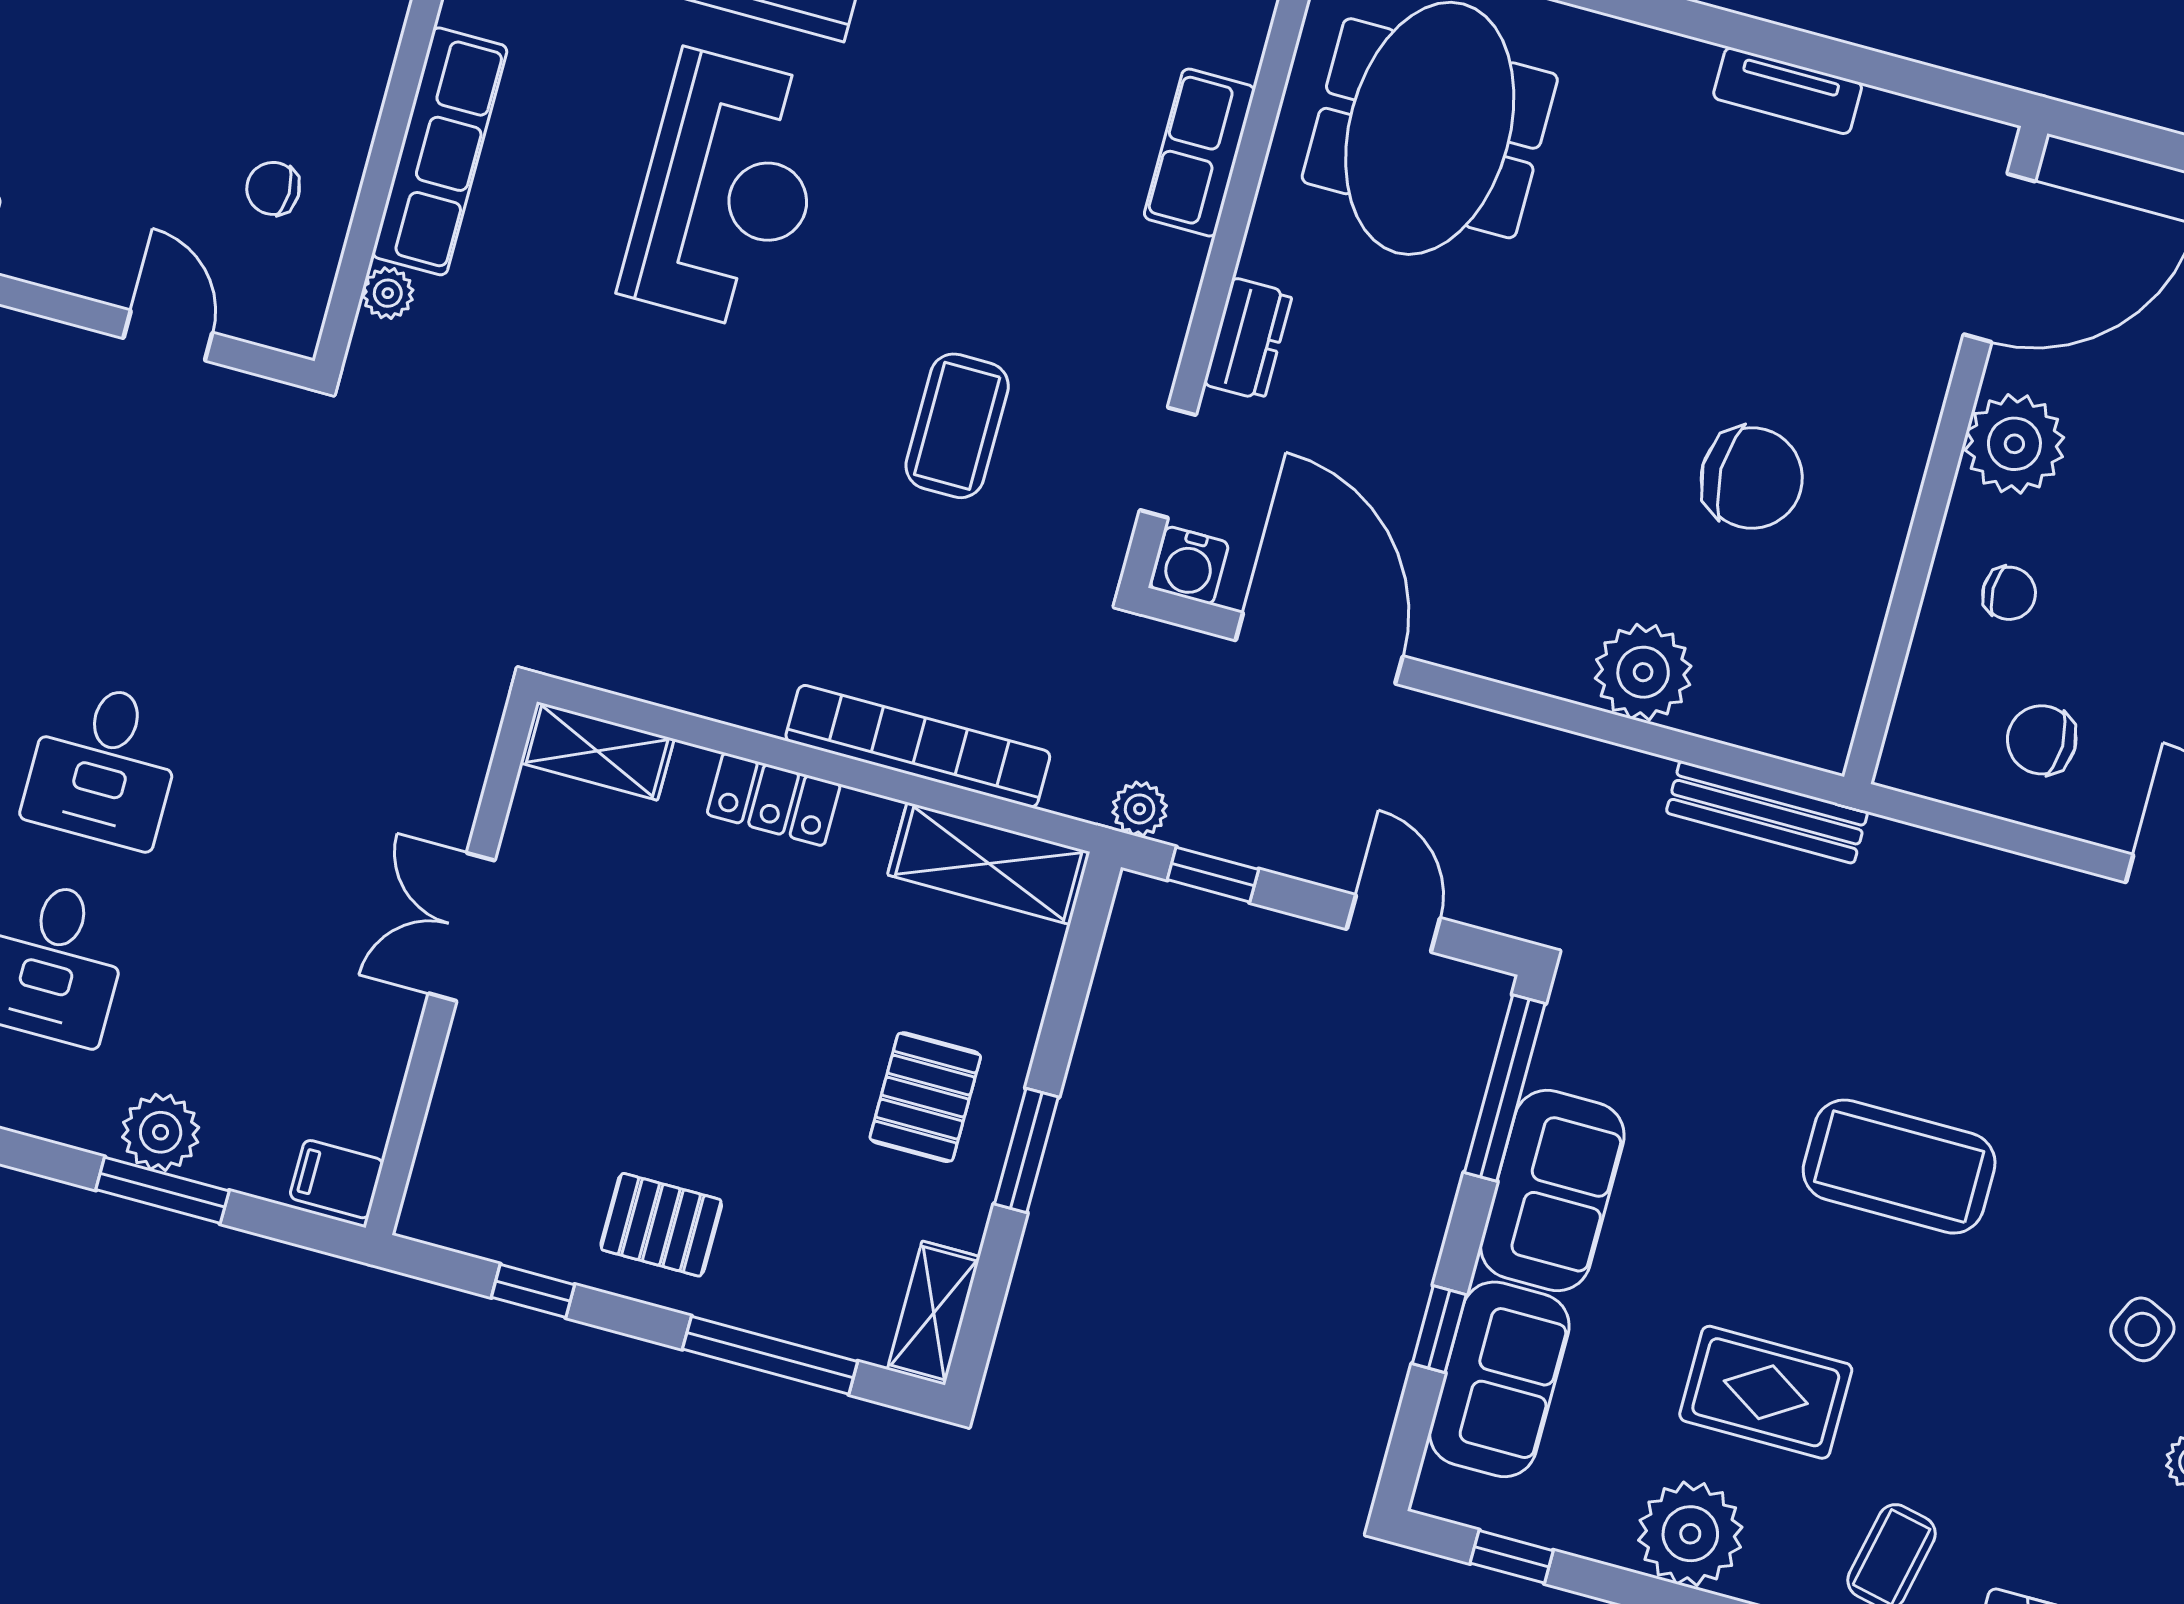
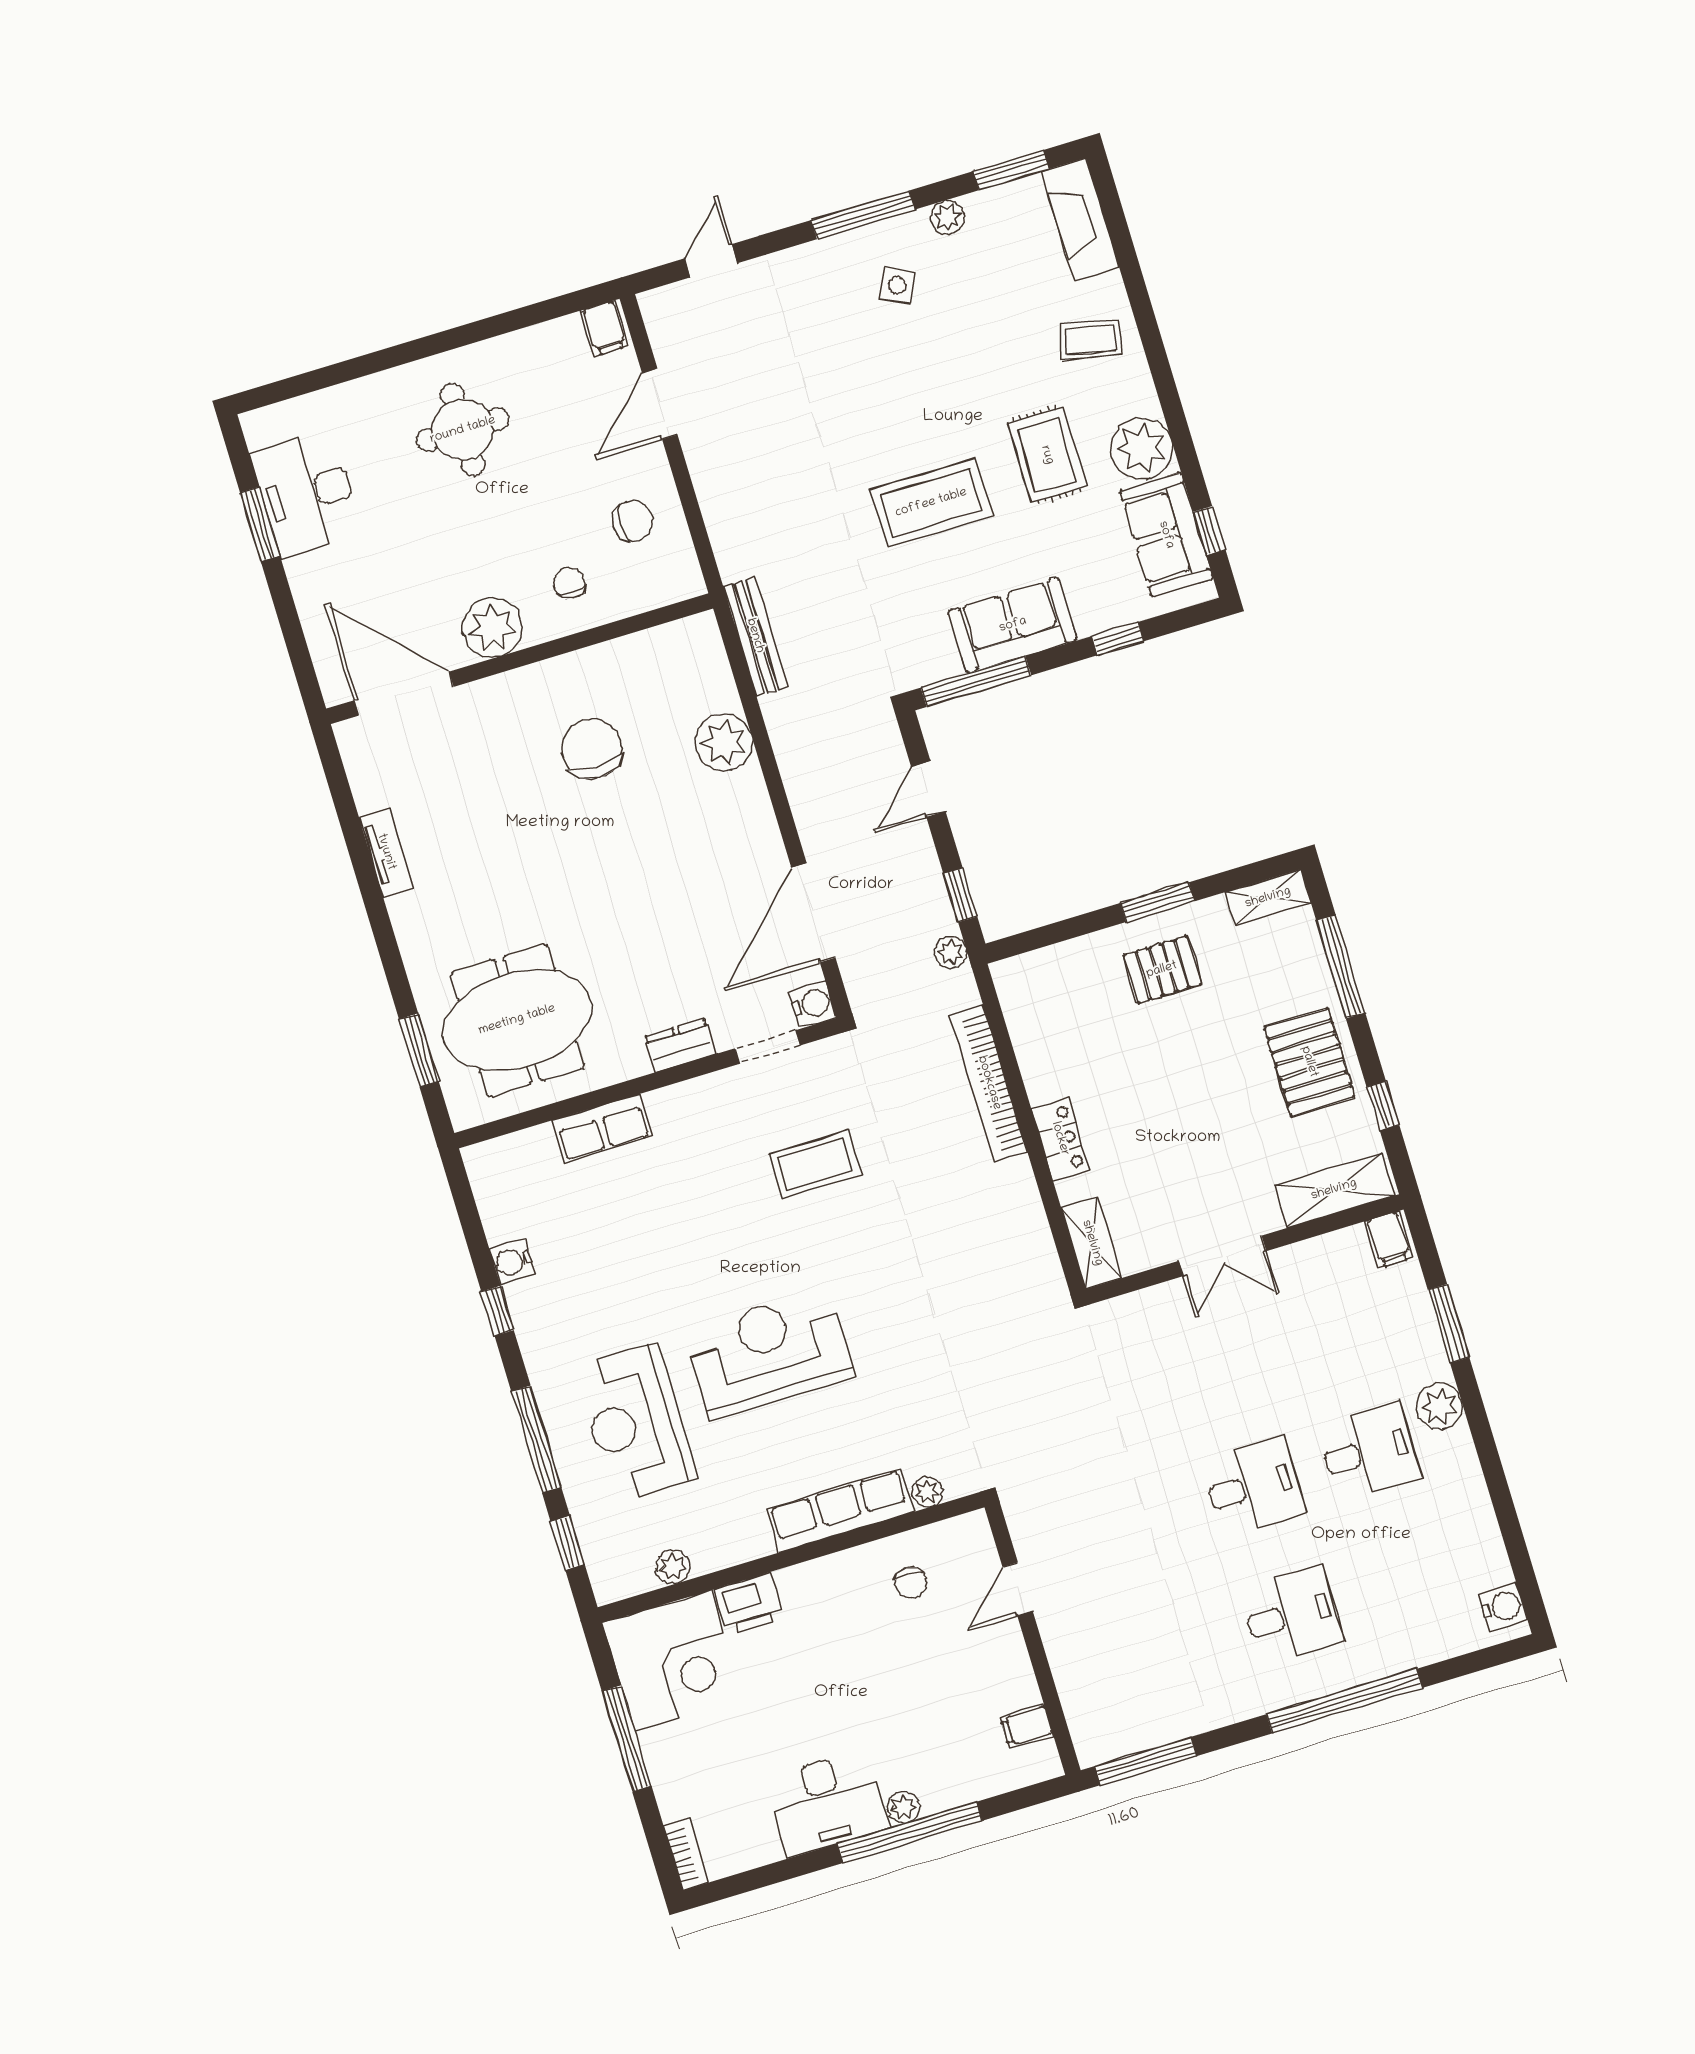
chair: (2042, 740) -> (633, 521), turned -90
shelving: (989, 863) -> (1334, 1190), moved, turned 90
plant: (161, 1132) -> (1439, 1406), moved
coffee table: (1899, 1167) -> (931, 503), moved, turned 90
pallet: (661, 1225) -> (1309, 1062), width x1.50, depth x1.42
sofa: (1499, 1379) -> (1166, 535), moved, turned -90

